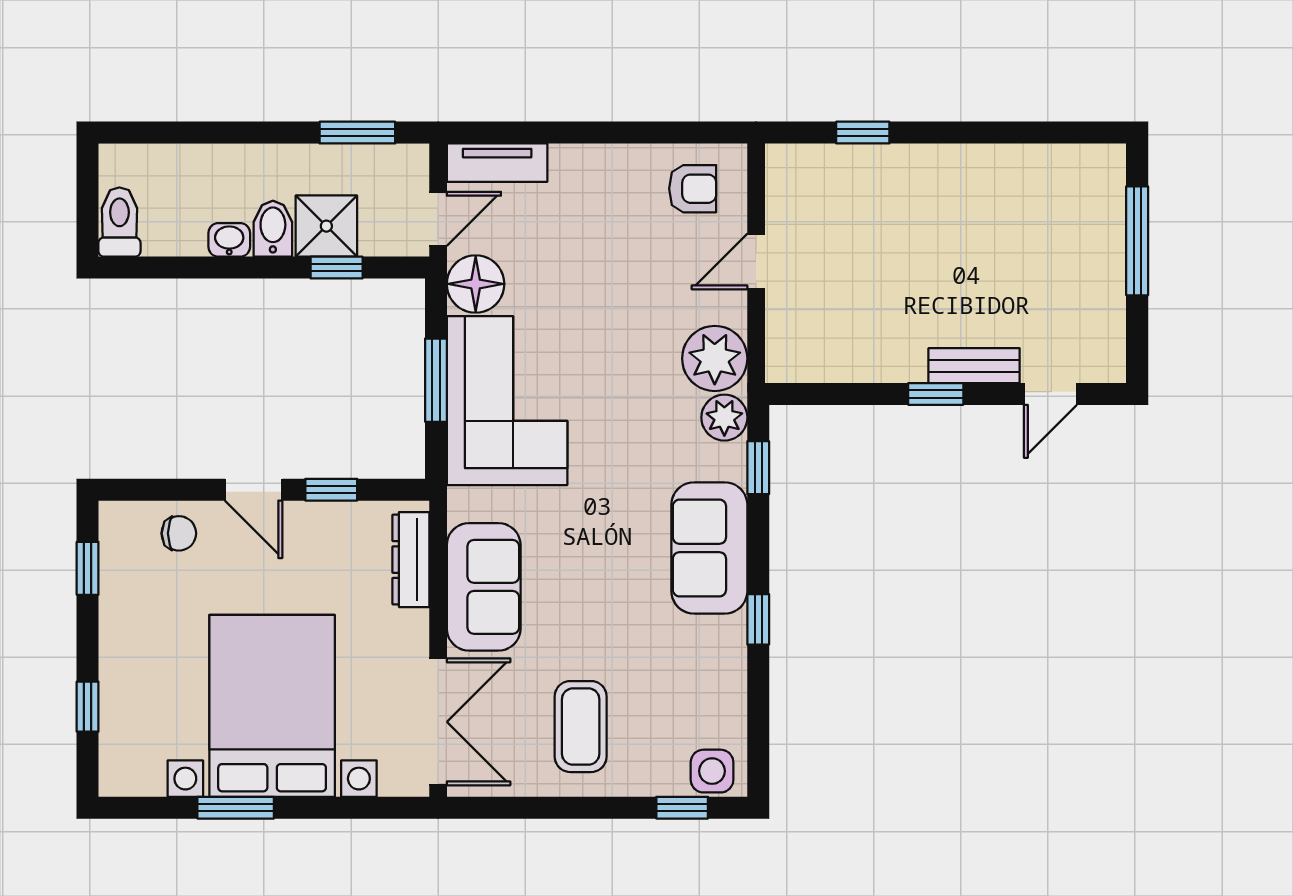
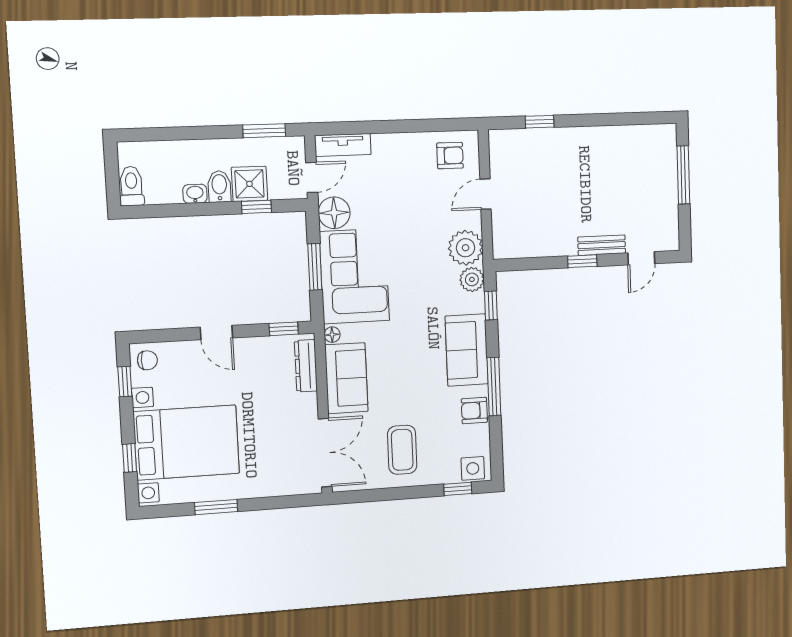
window: (331, 490) -> (284, 329), moved
floor lamp: (461, 505) -> (332, 335), added
chair: (179, 533) -> (147, 360), moved
window: (758, 619) -> (494, 386), width x2.17
armchair: (719, 662) -> (474, 411), added
bed with nightstands: (272, 706) -> (186, 443), moved, turned 90

